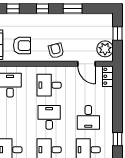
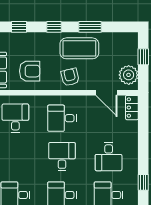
coffee table: (64, 27) -> (79, 48), added

